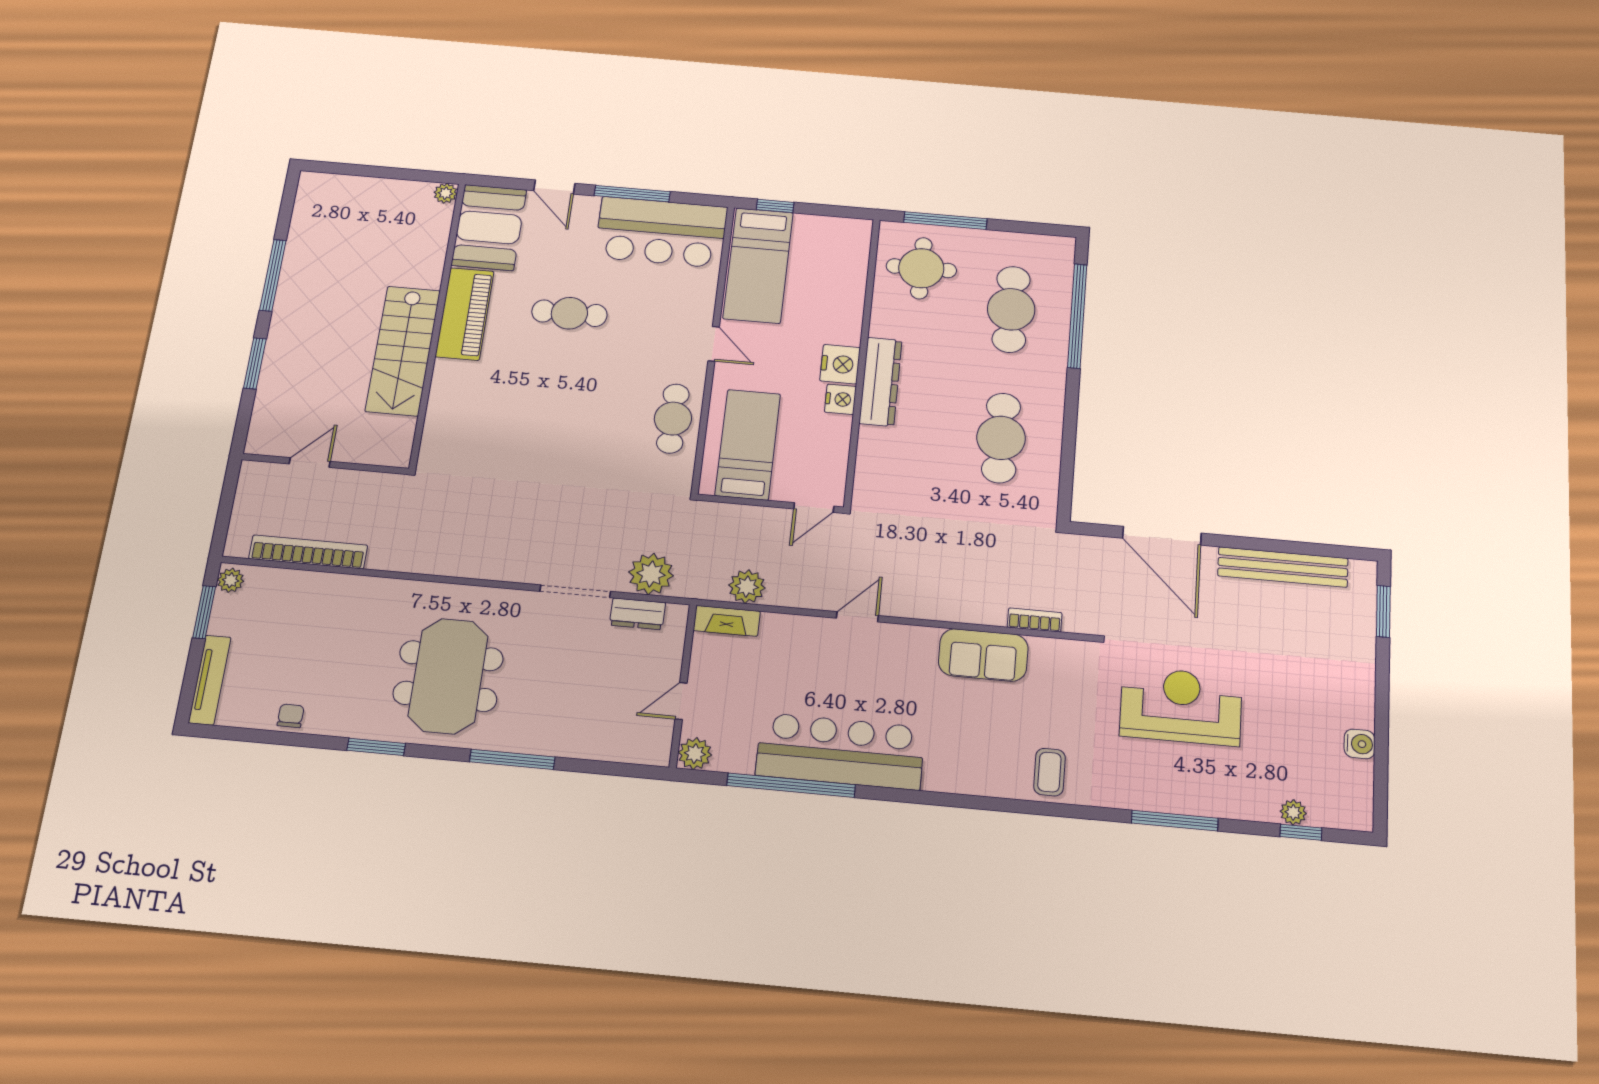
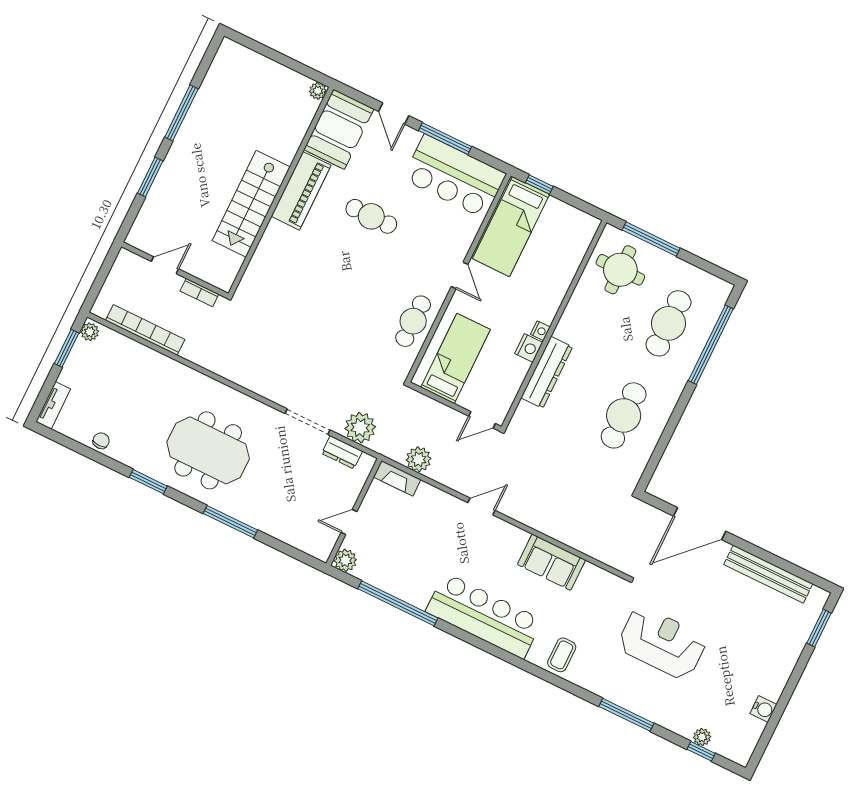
nightstand: (840, 364) -> (540, 331), width x0.53, depth x0.56
dresser: (881, 382) -> (547, 372), moved
door: (1162, 536) -> (700, 524), hinge flipped
bookcase: (1035, 620) -> (199, 293), moved, turned 180
meeting table: (448, 676) -> (208, 450), turned 90
tv unit: (210, 680) -> (53, 405), width x0.71
bar counter: (840, 751) -> (484, 616), moved

